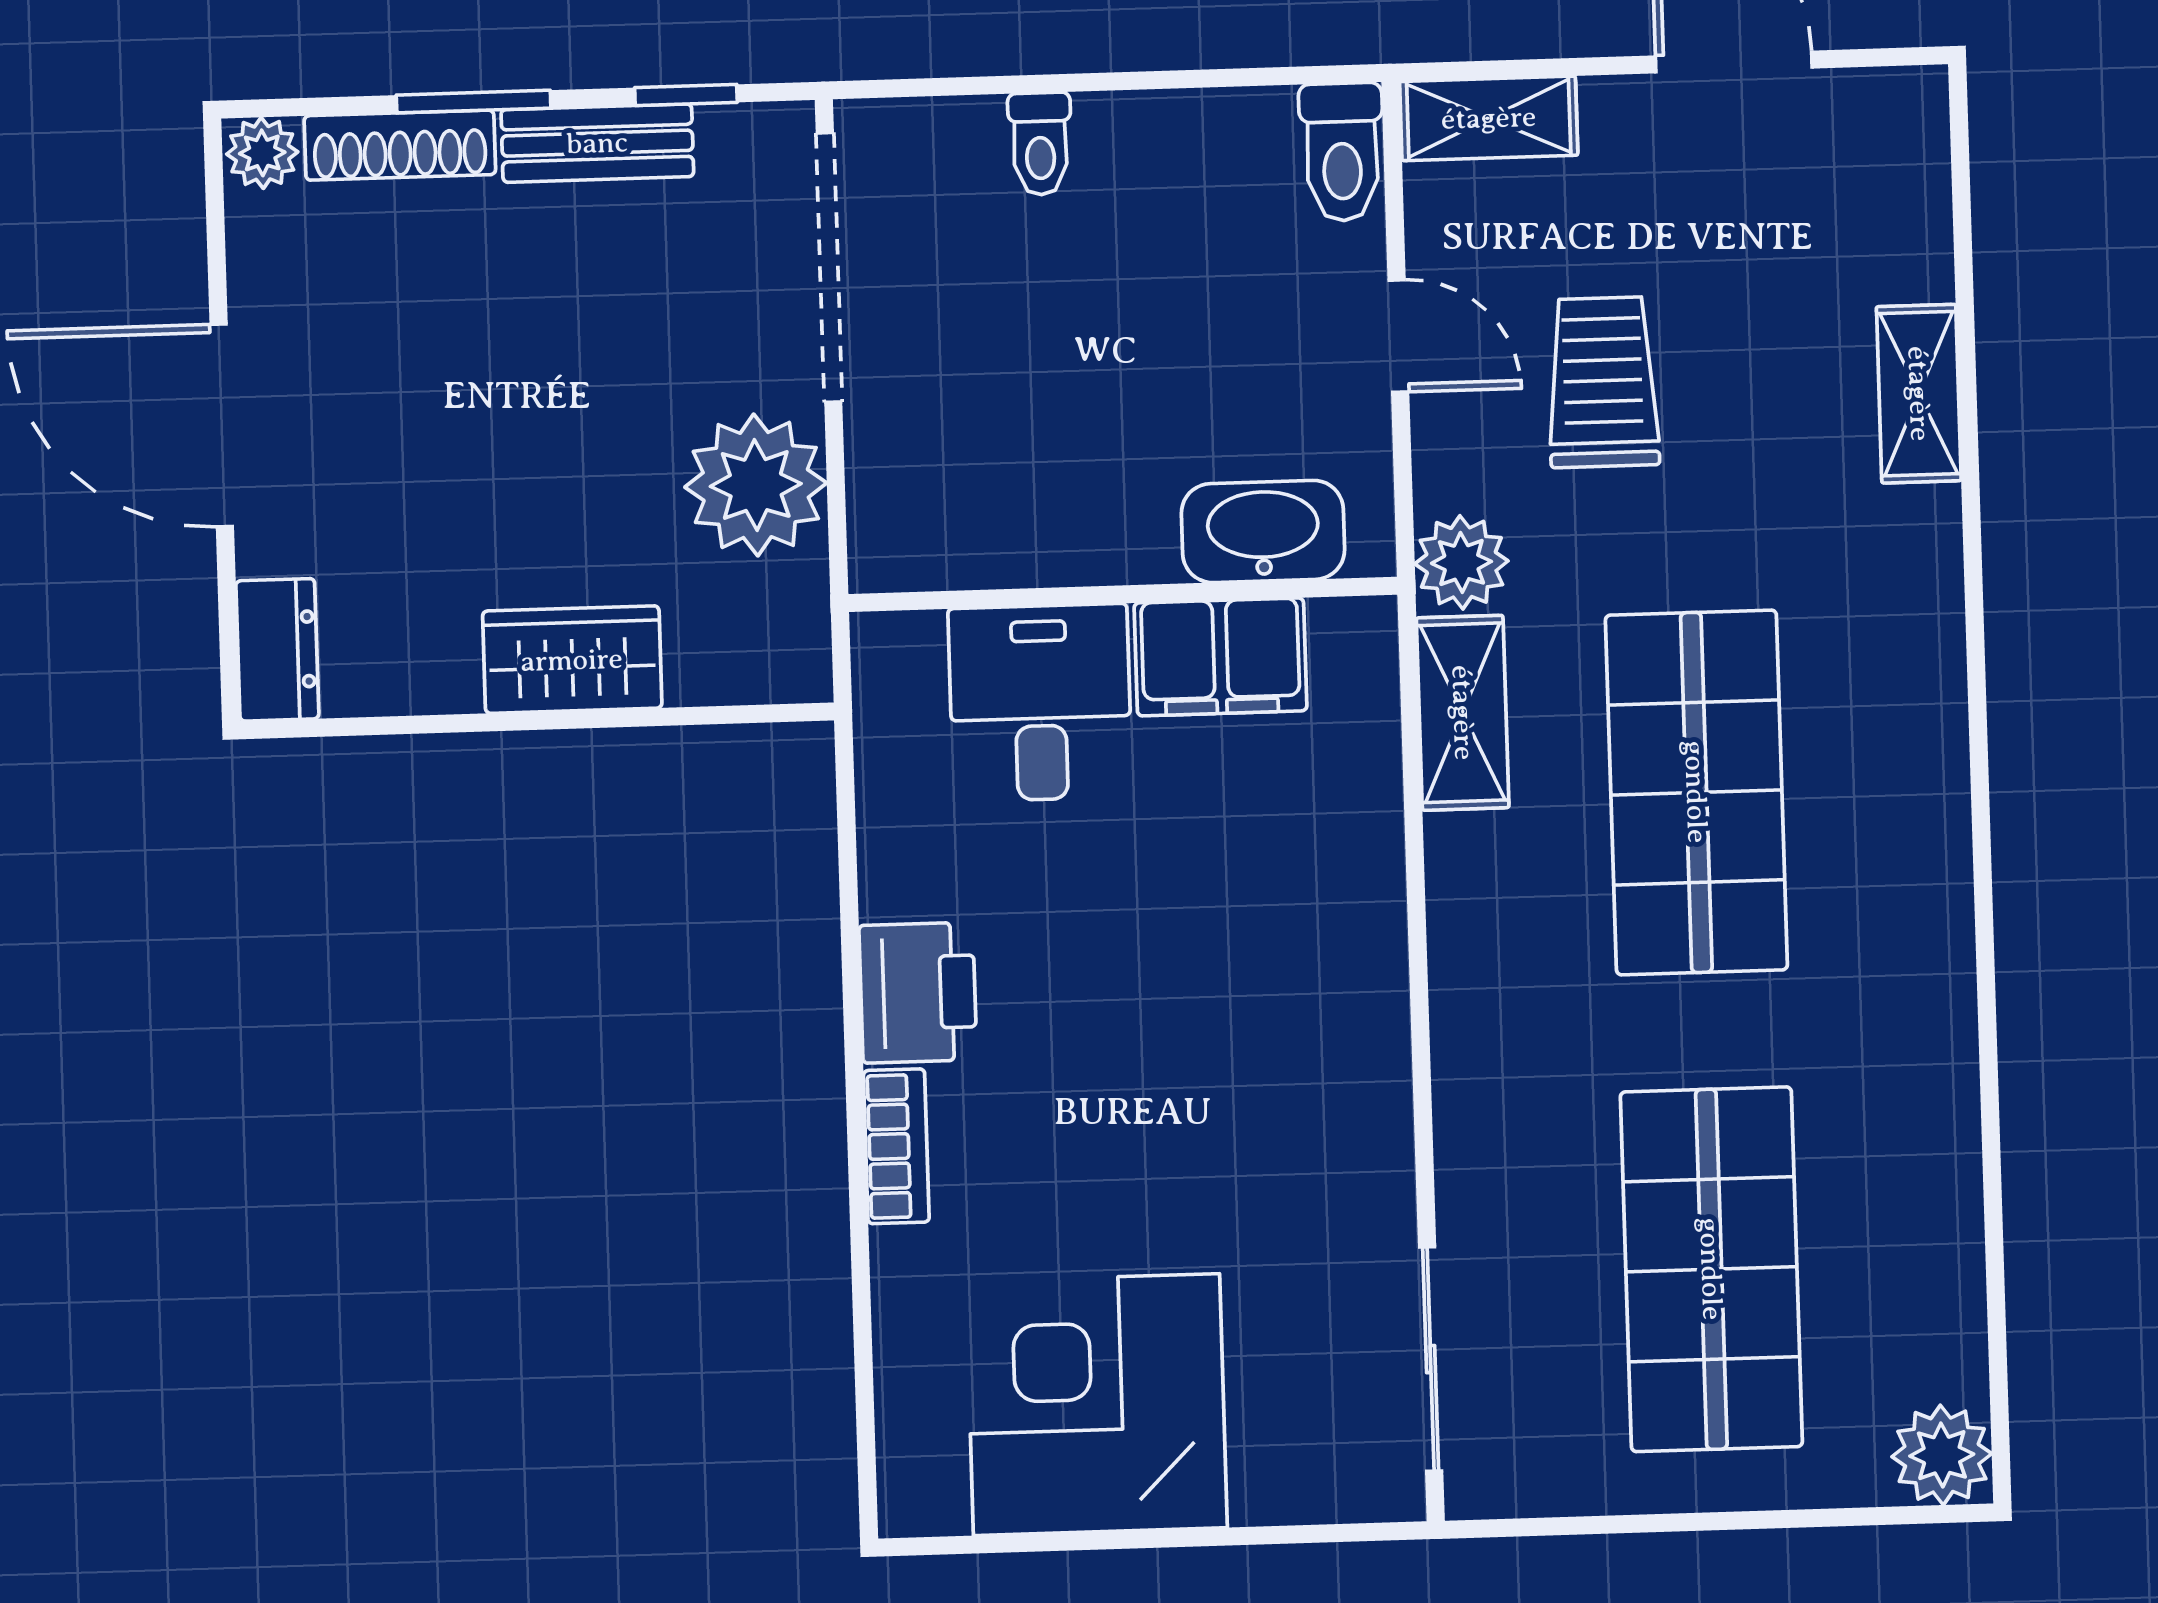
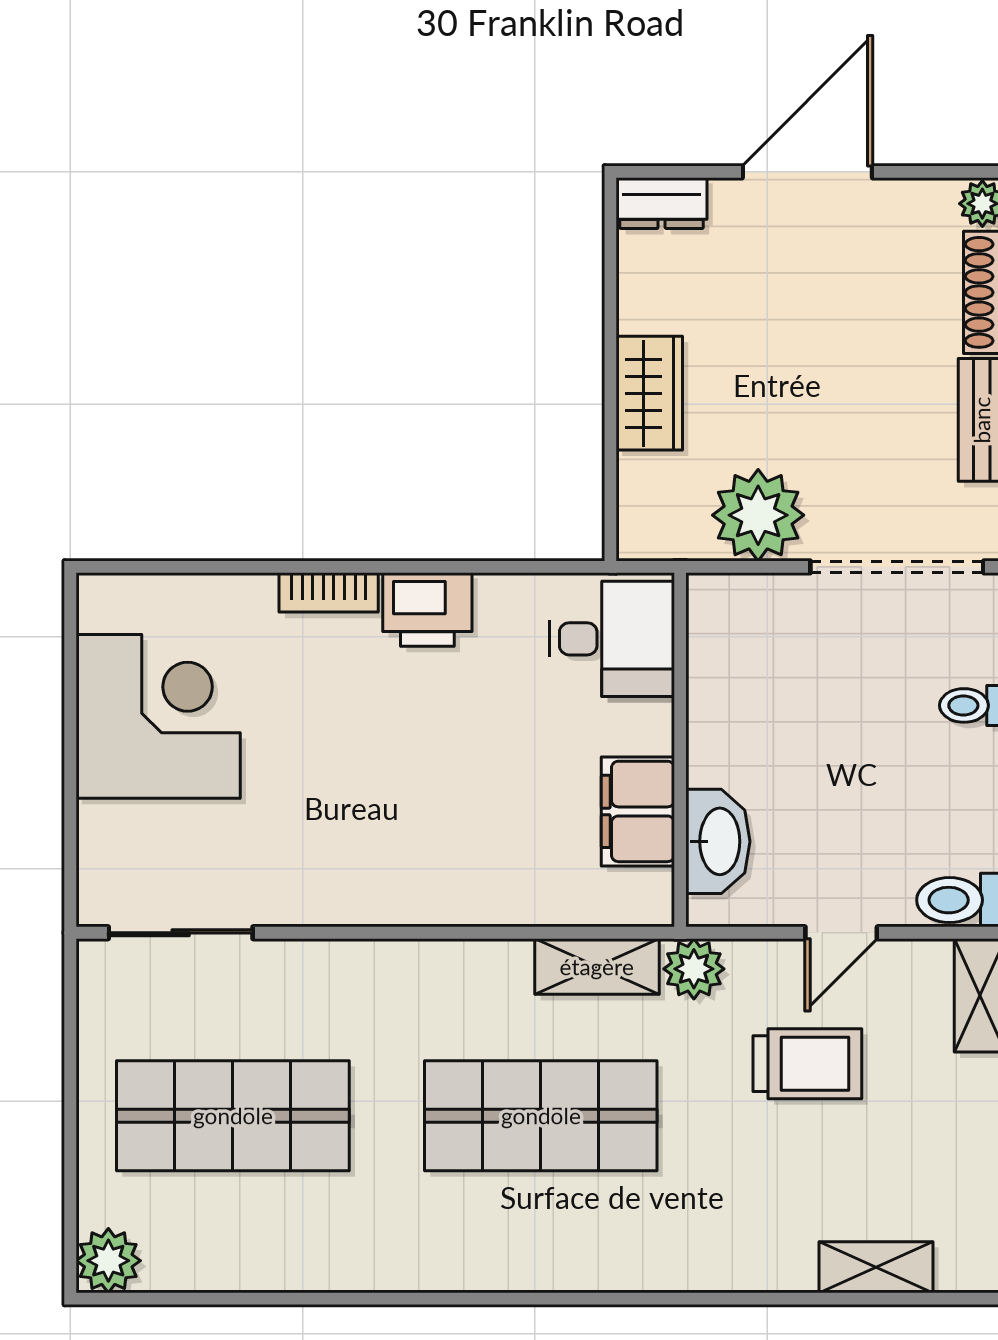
shelving: (1919, 394) -> (876, 1267), moved
desk: (1040, 703) -> (612, 639), moved

